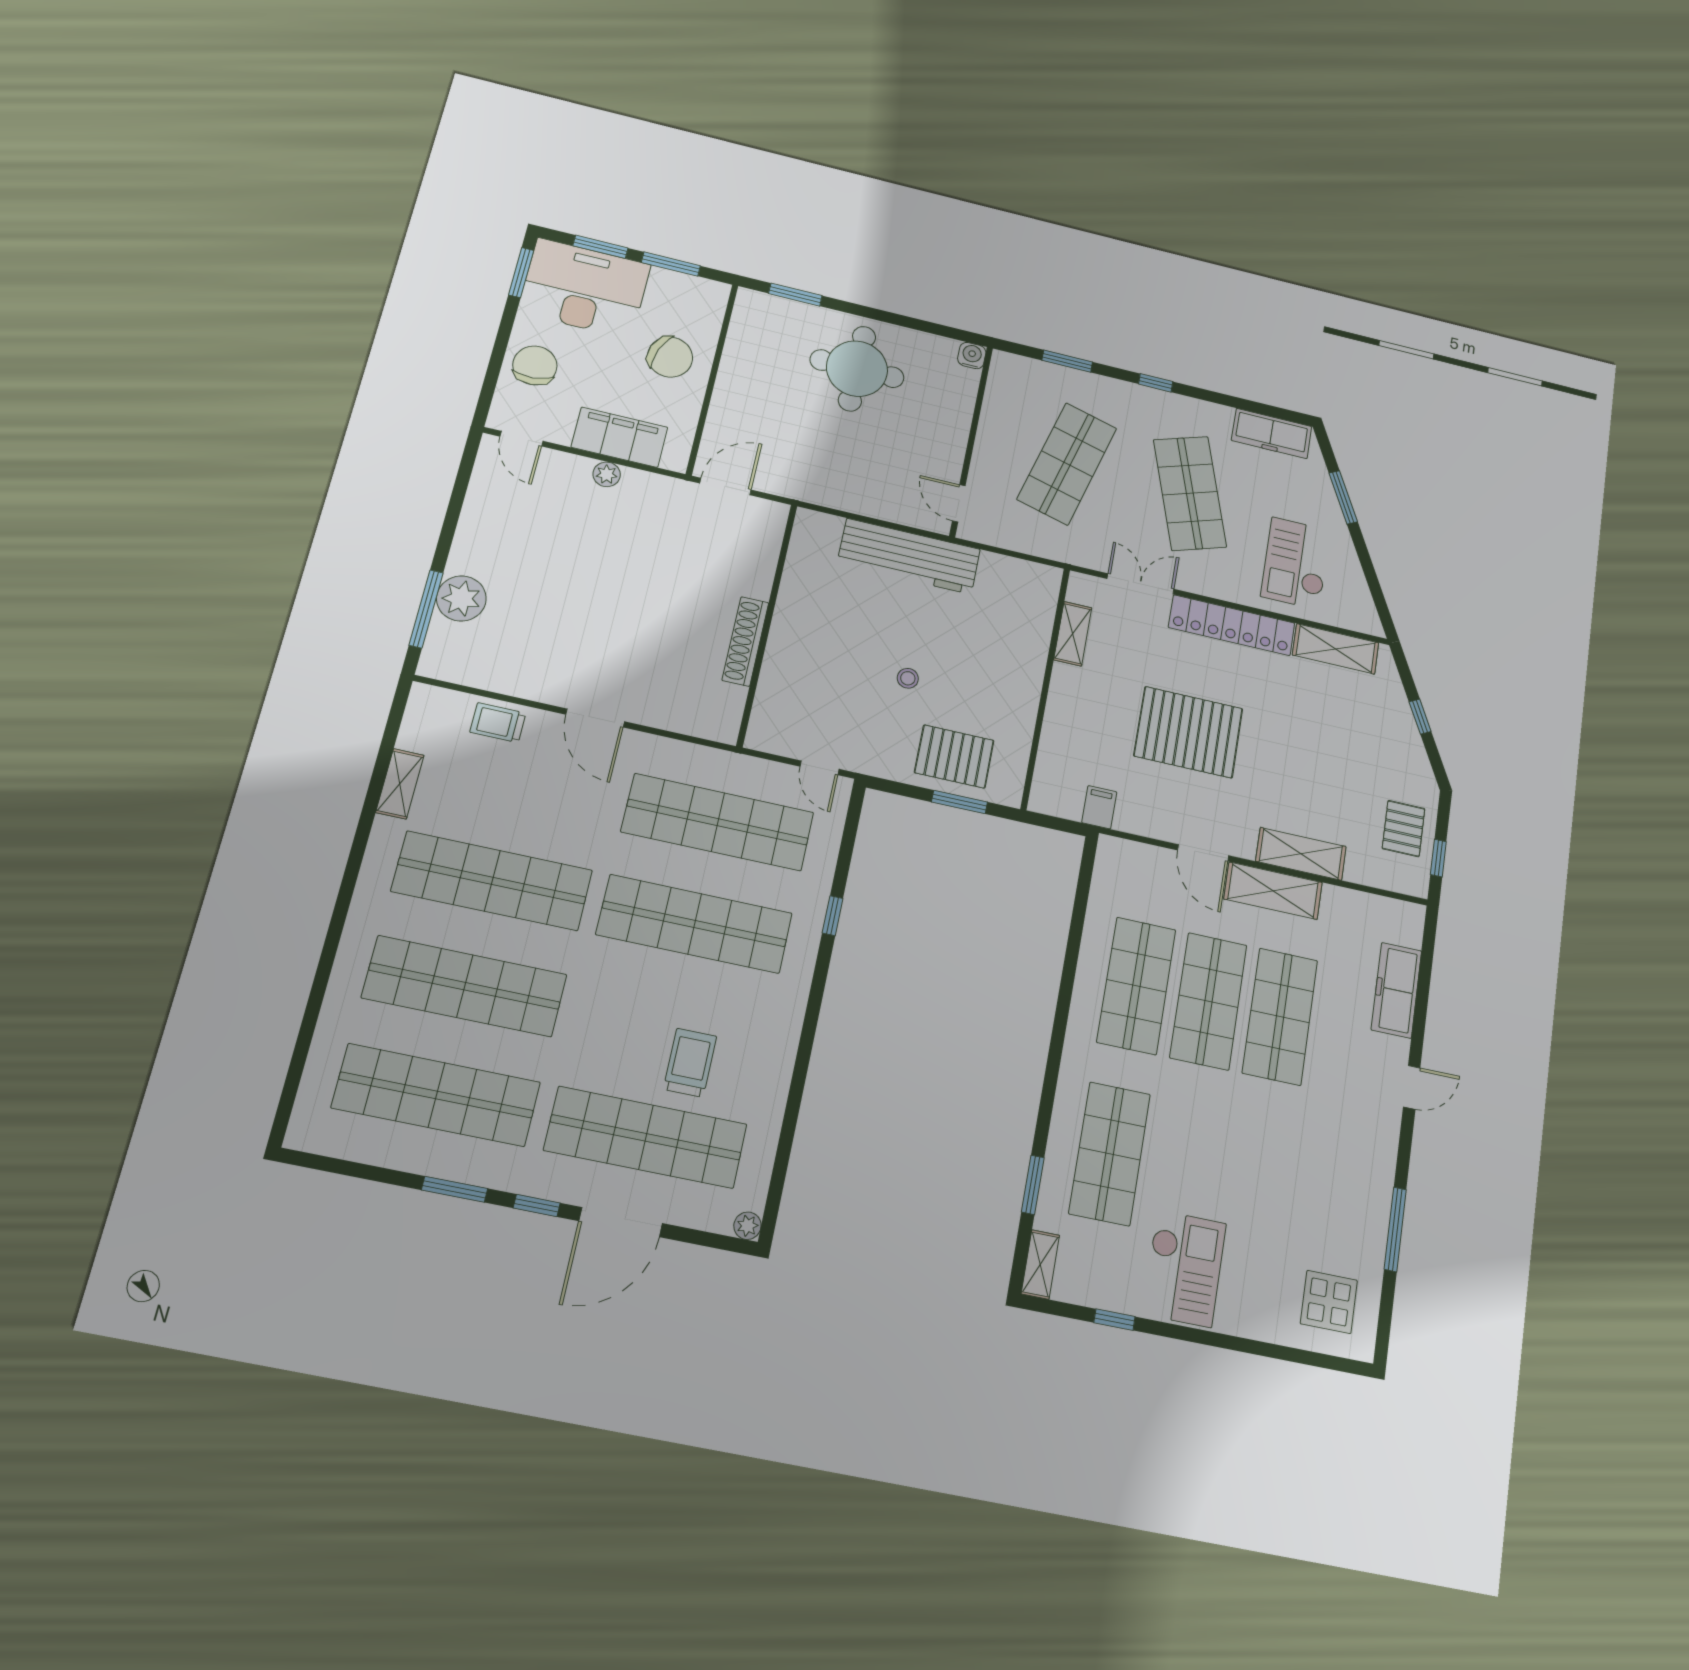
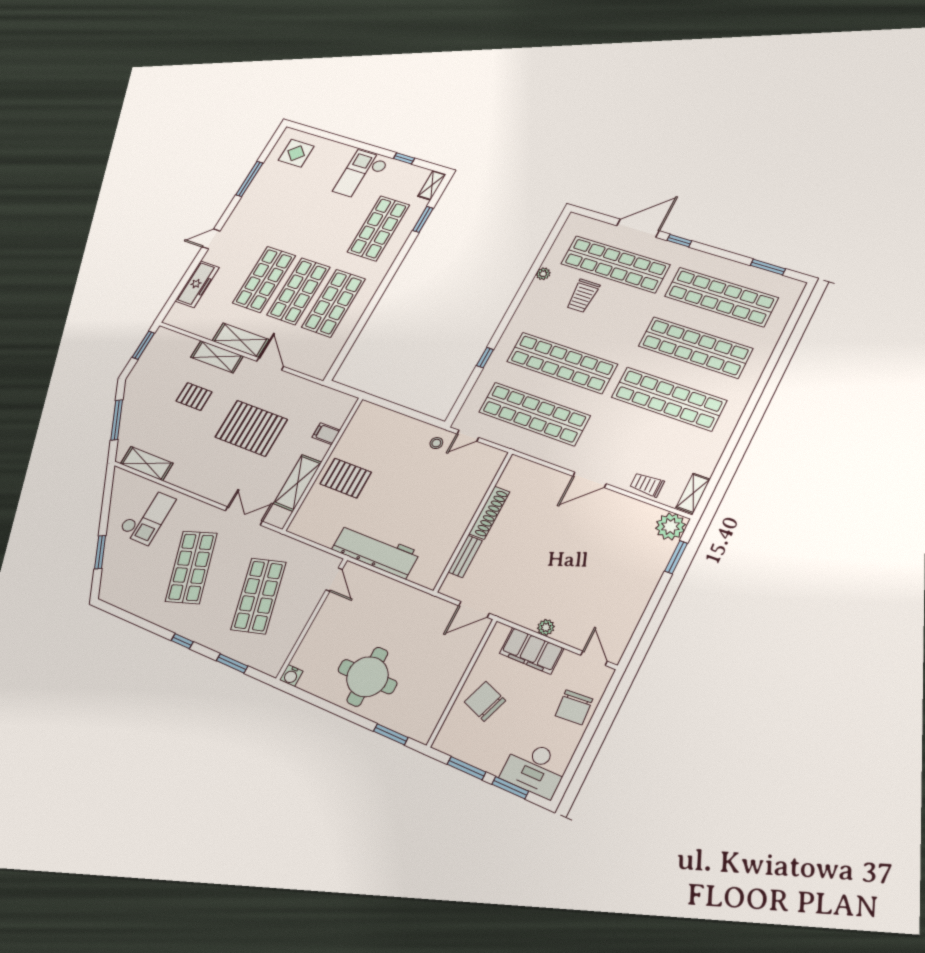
window: (521, 273) -> (568, 776), removed
desk: (584, 288) -> (535, 769), width x0.73, depth x0.77
freezer: (1272, 433) -> (125, 598), removed
shop shelf: (1067, 464) -> (259, 596), turned -30
bench: (764, 566) -> (465, 556), added
double door: (1140, 584) -> (244, 516), swing flipped
plant: (461, 598) -> (670, 526), moved
window: (426, 609) -> (676, 557), width x0.69
locker: (1232, 625) -> (201, 485), removed
shelving: (1073, 634) -> (298, 483), width x1.50, depth x1.33
stool: (908, 678) -> (436, 443), moved
window: (1420, 717) -> (117, 420), width x2.17
door: (595, 718) -> (589, 480), swing flipped
trolley: (498, 723) -> (647, 485), turned 180
pallet: (954, 756) -> (346, 478), moved
door: (819, 768) -> (468, 436), swing flipped
shelving: (400, 784) -> (693, 493), moved
window: (959, 802) -> (395, 407), removed
filing cabinet: (1099, 807) -> (326, 434), moved, turned 90
pallet: (1403, 829) -> (194, 397), moved, turned 90
window: (1438, 858) -> (143, 345), width x1.50
window: (455, 1189) -> (768, 267), moved
plant: (747, 1226) -> (543, 274), moved

